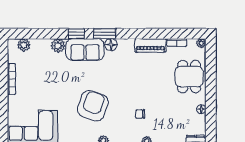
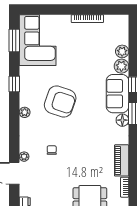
plant: (24, 45) -> (122, 51), moved

